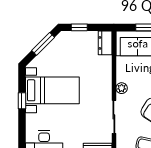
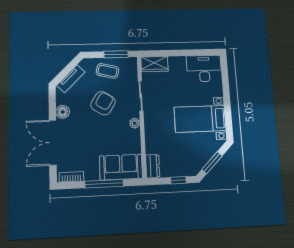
window: (22, 101) -> (227, 108), removed

